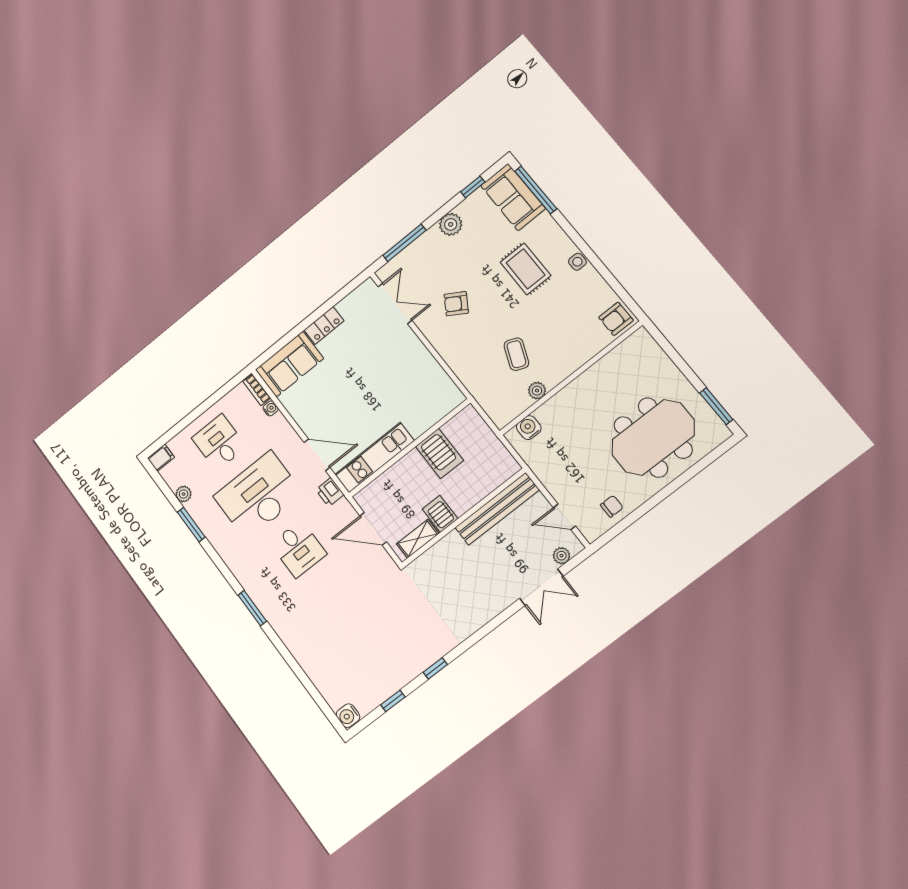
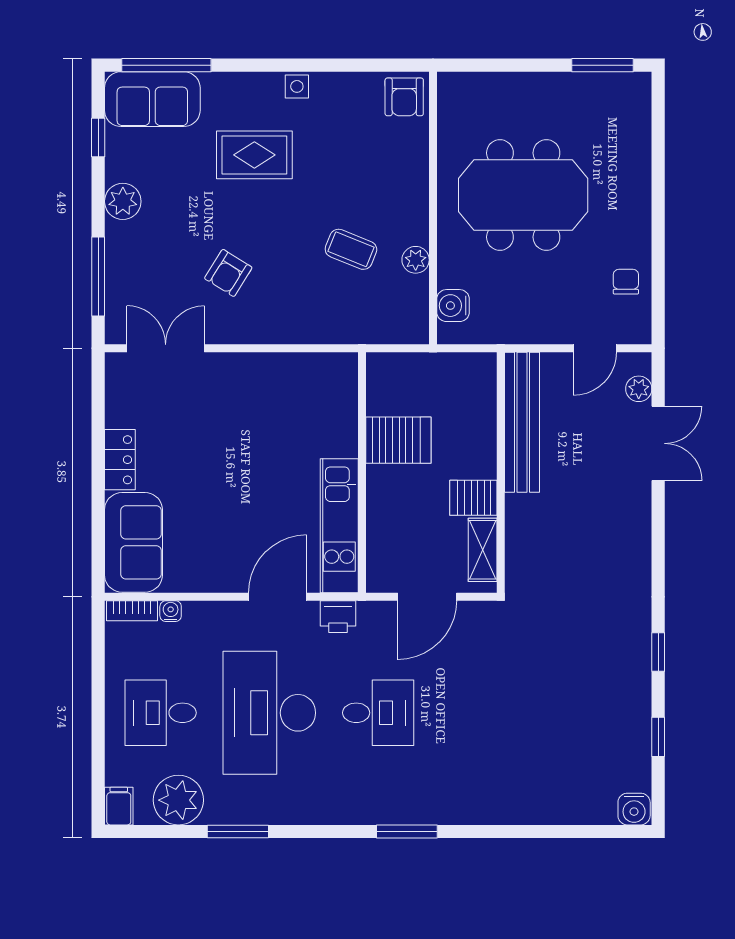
meeting table: (653, 437) -> (523, 195), moved, turned 90
plant: (184, 494) -> (178, 800), width x1.87, depth x1.87

